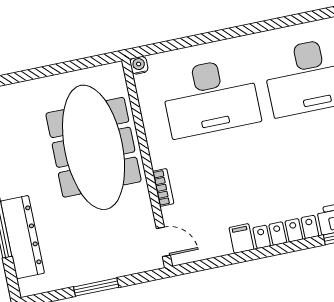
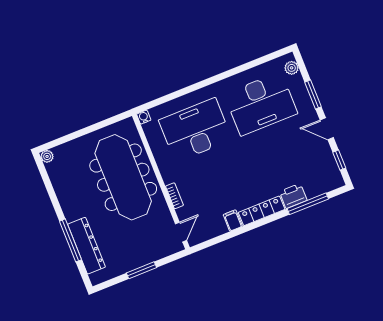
desk: (210, 97) -> (195, 130), turned 180
door: (163, 242) -> (181, 232), hinge flipped

